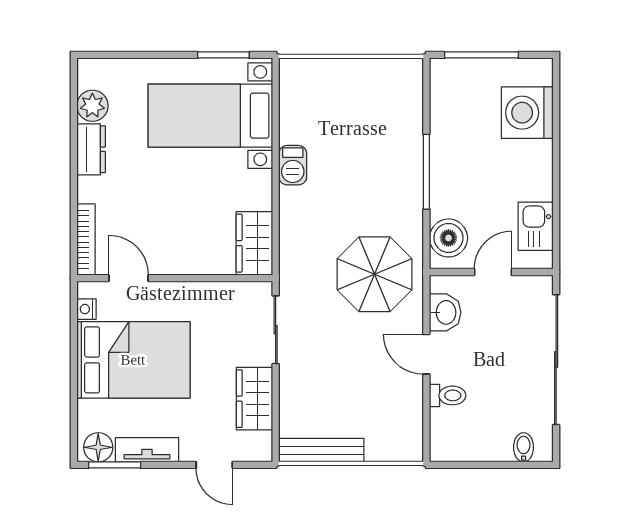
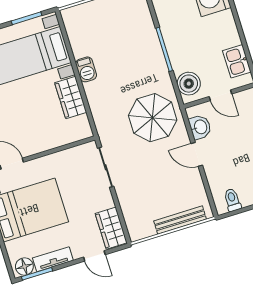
wardrobe: (254, 243) -> (71, 98), moved
door: (493, 272) -> (220, 95), swing flipped
toilet: (448, 395) -> (232, 200), moved, turned -90
wardrobe: (255, 399) -> (111, 228), moved
bench: (322, 450) -> (180, 220), moved

